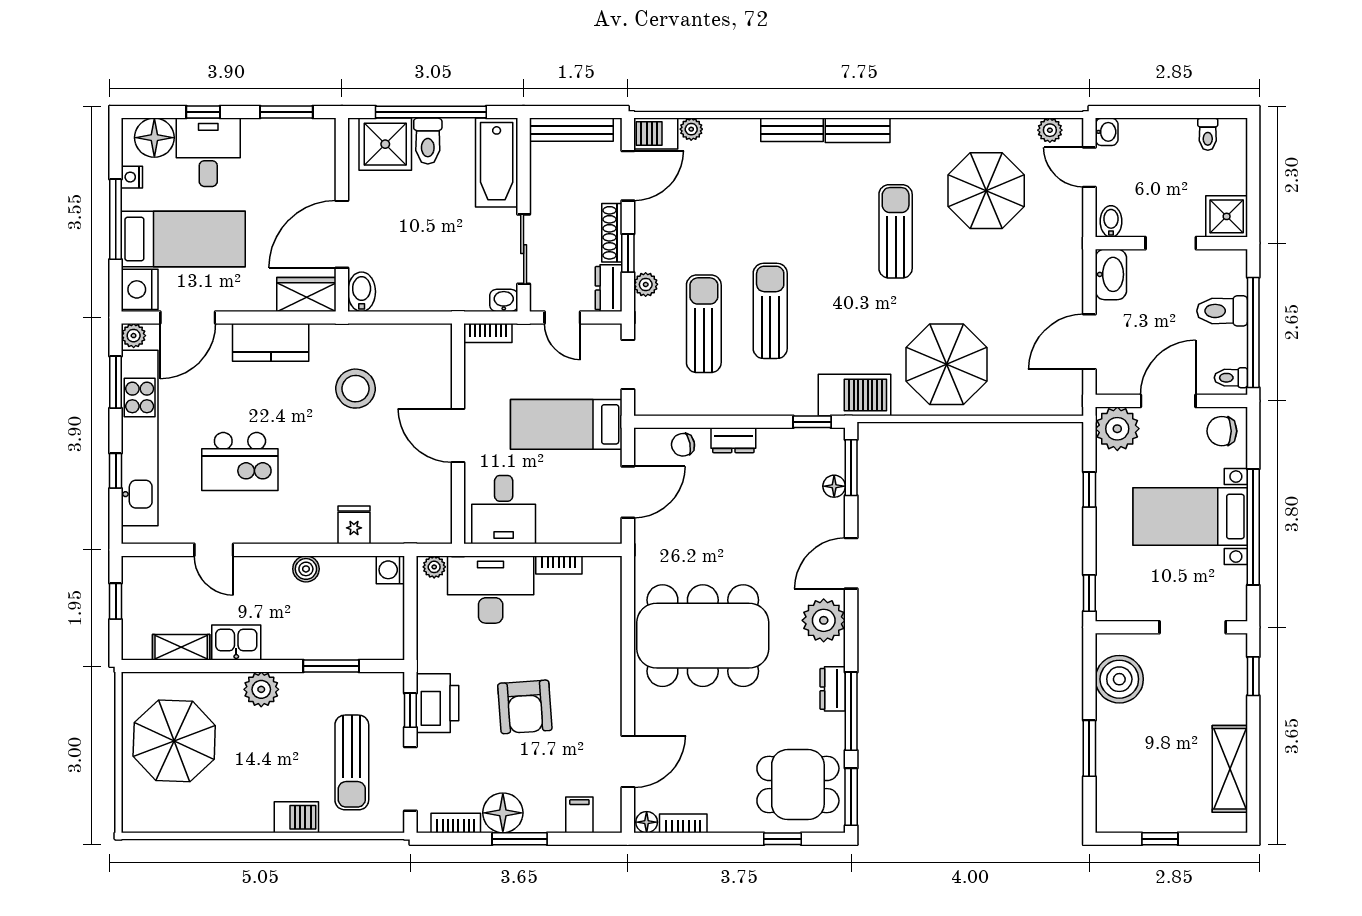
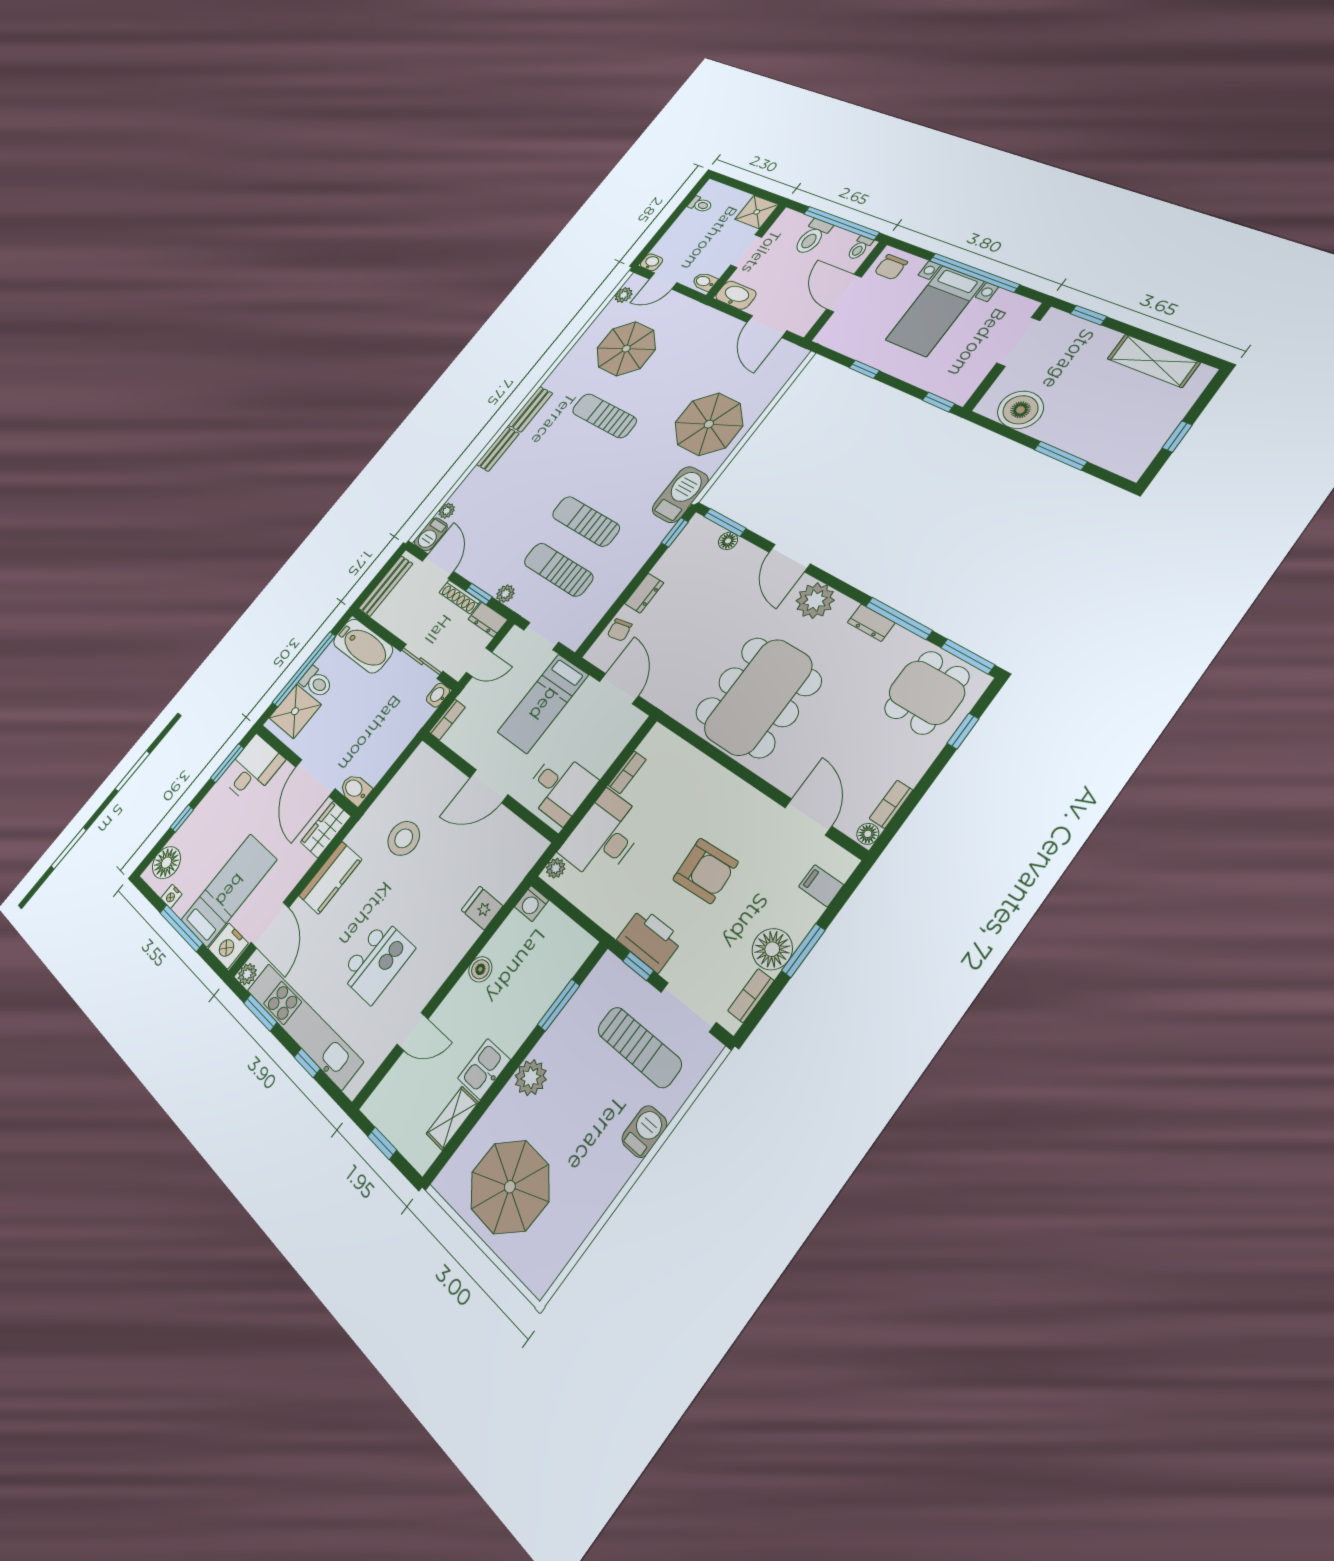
desk: (208, 152) -> (253, 769), moved, turned 90
plant: (1117, 429) -> (837, 333), removed

